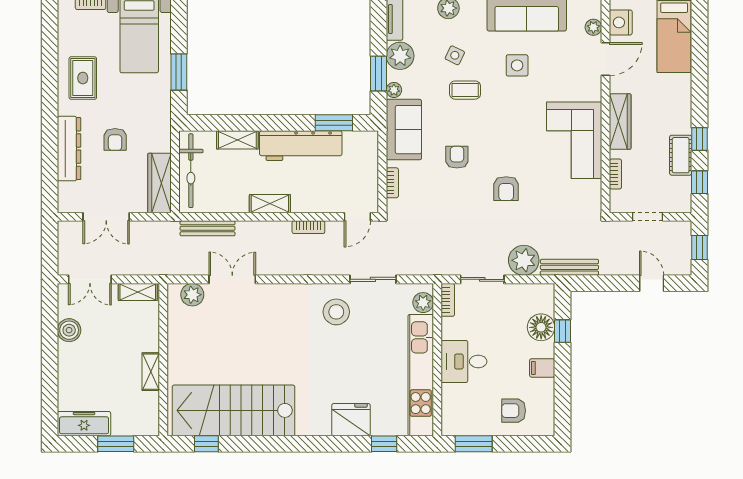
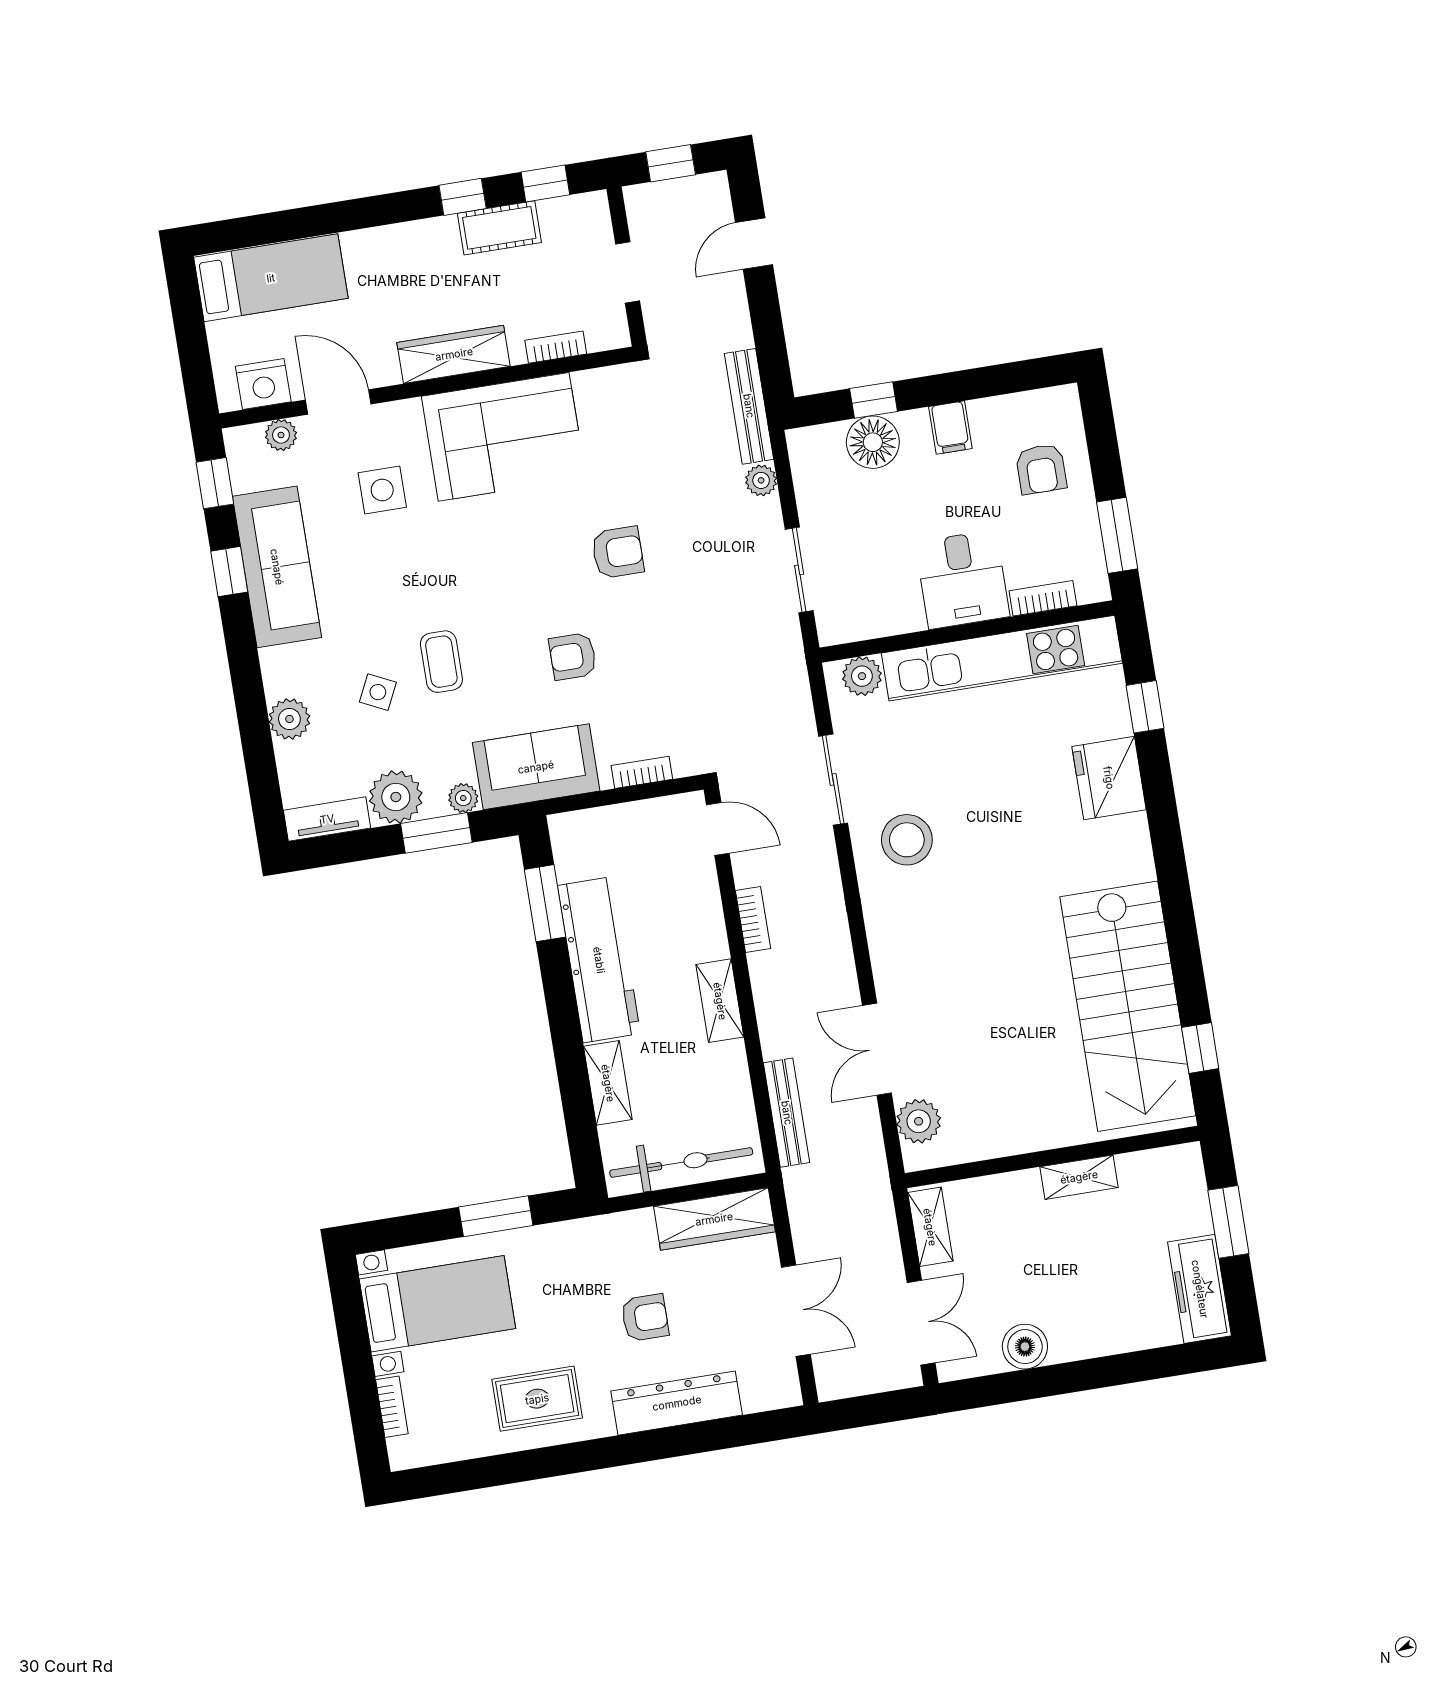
side table: (517, 65) -> (382, 490), moved
plant: (524, 260) -> (761, 480), width x0.53, depth x0.53
bookcase: (448, 300) -> (1043, 598), moved

